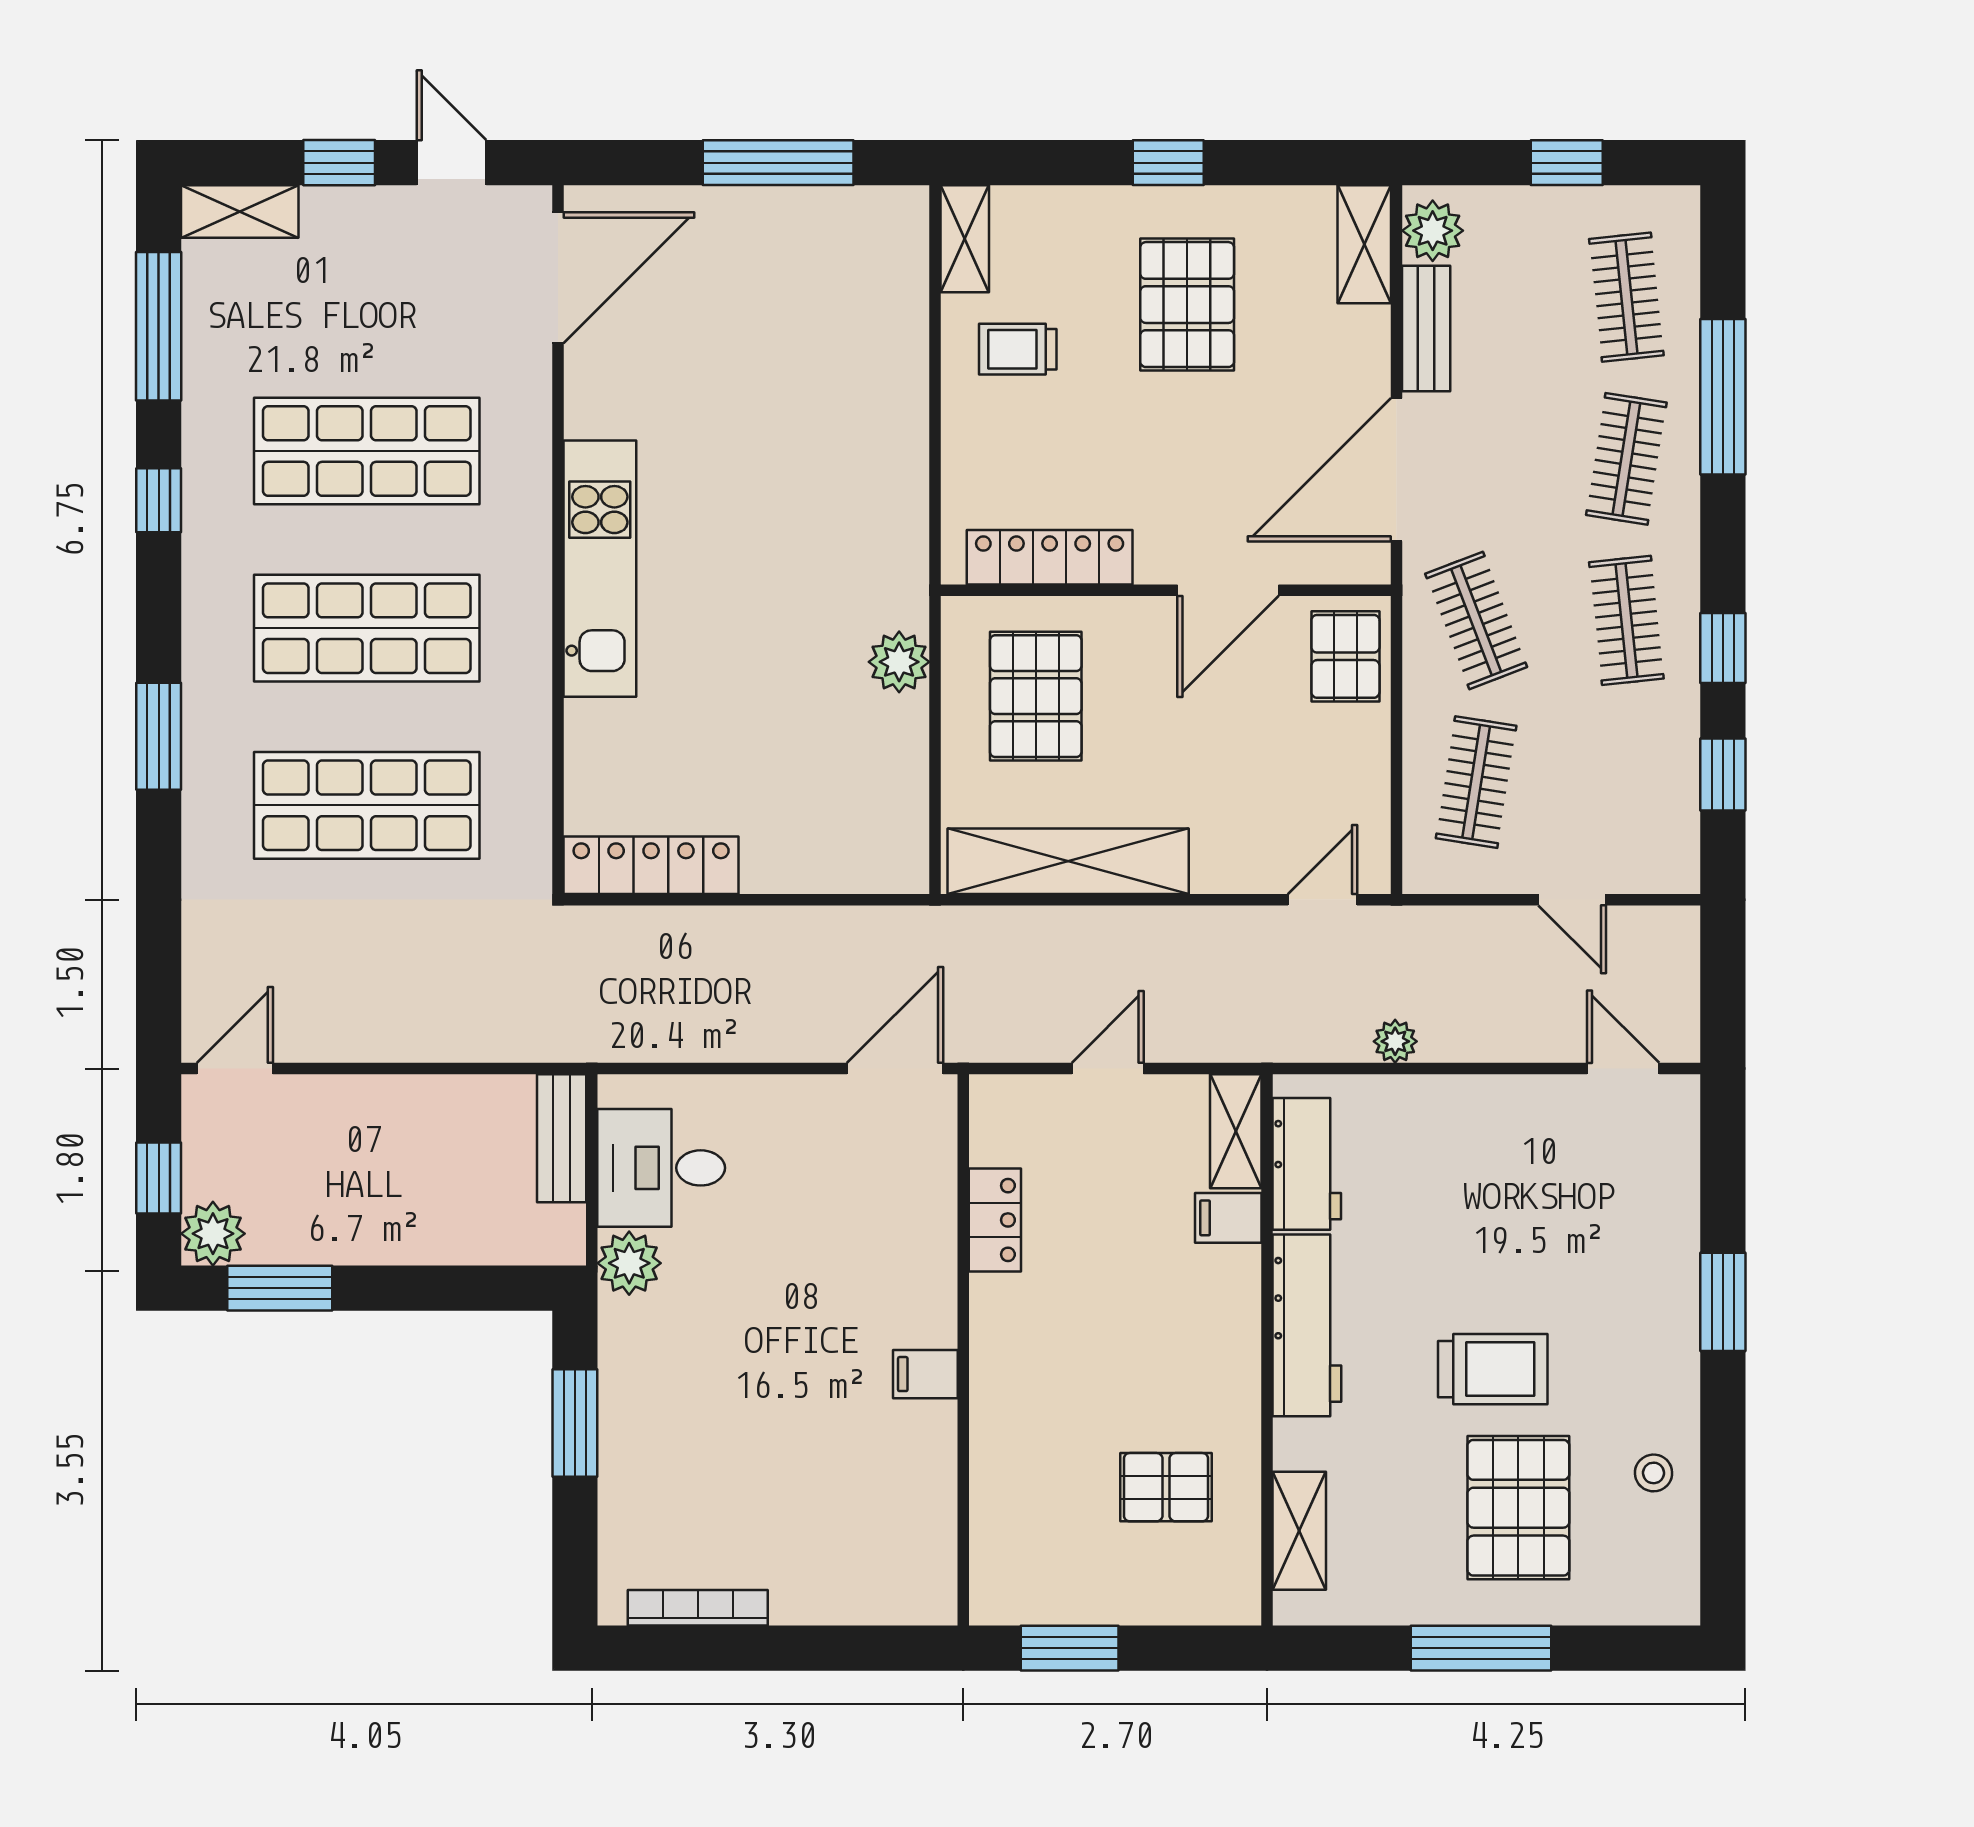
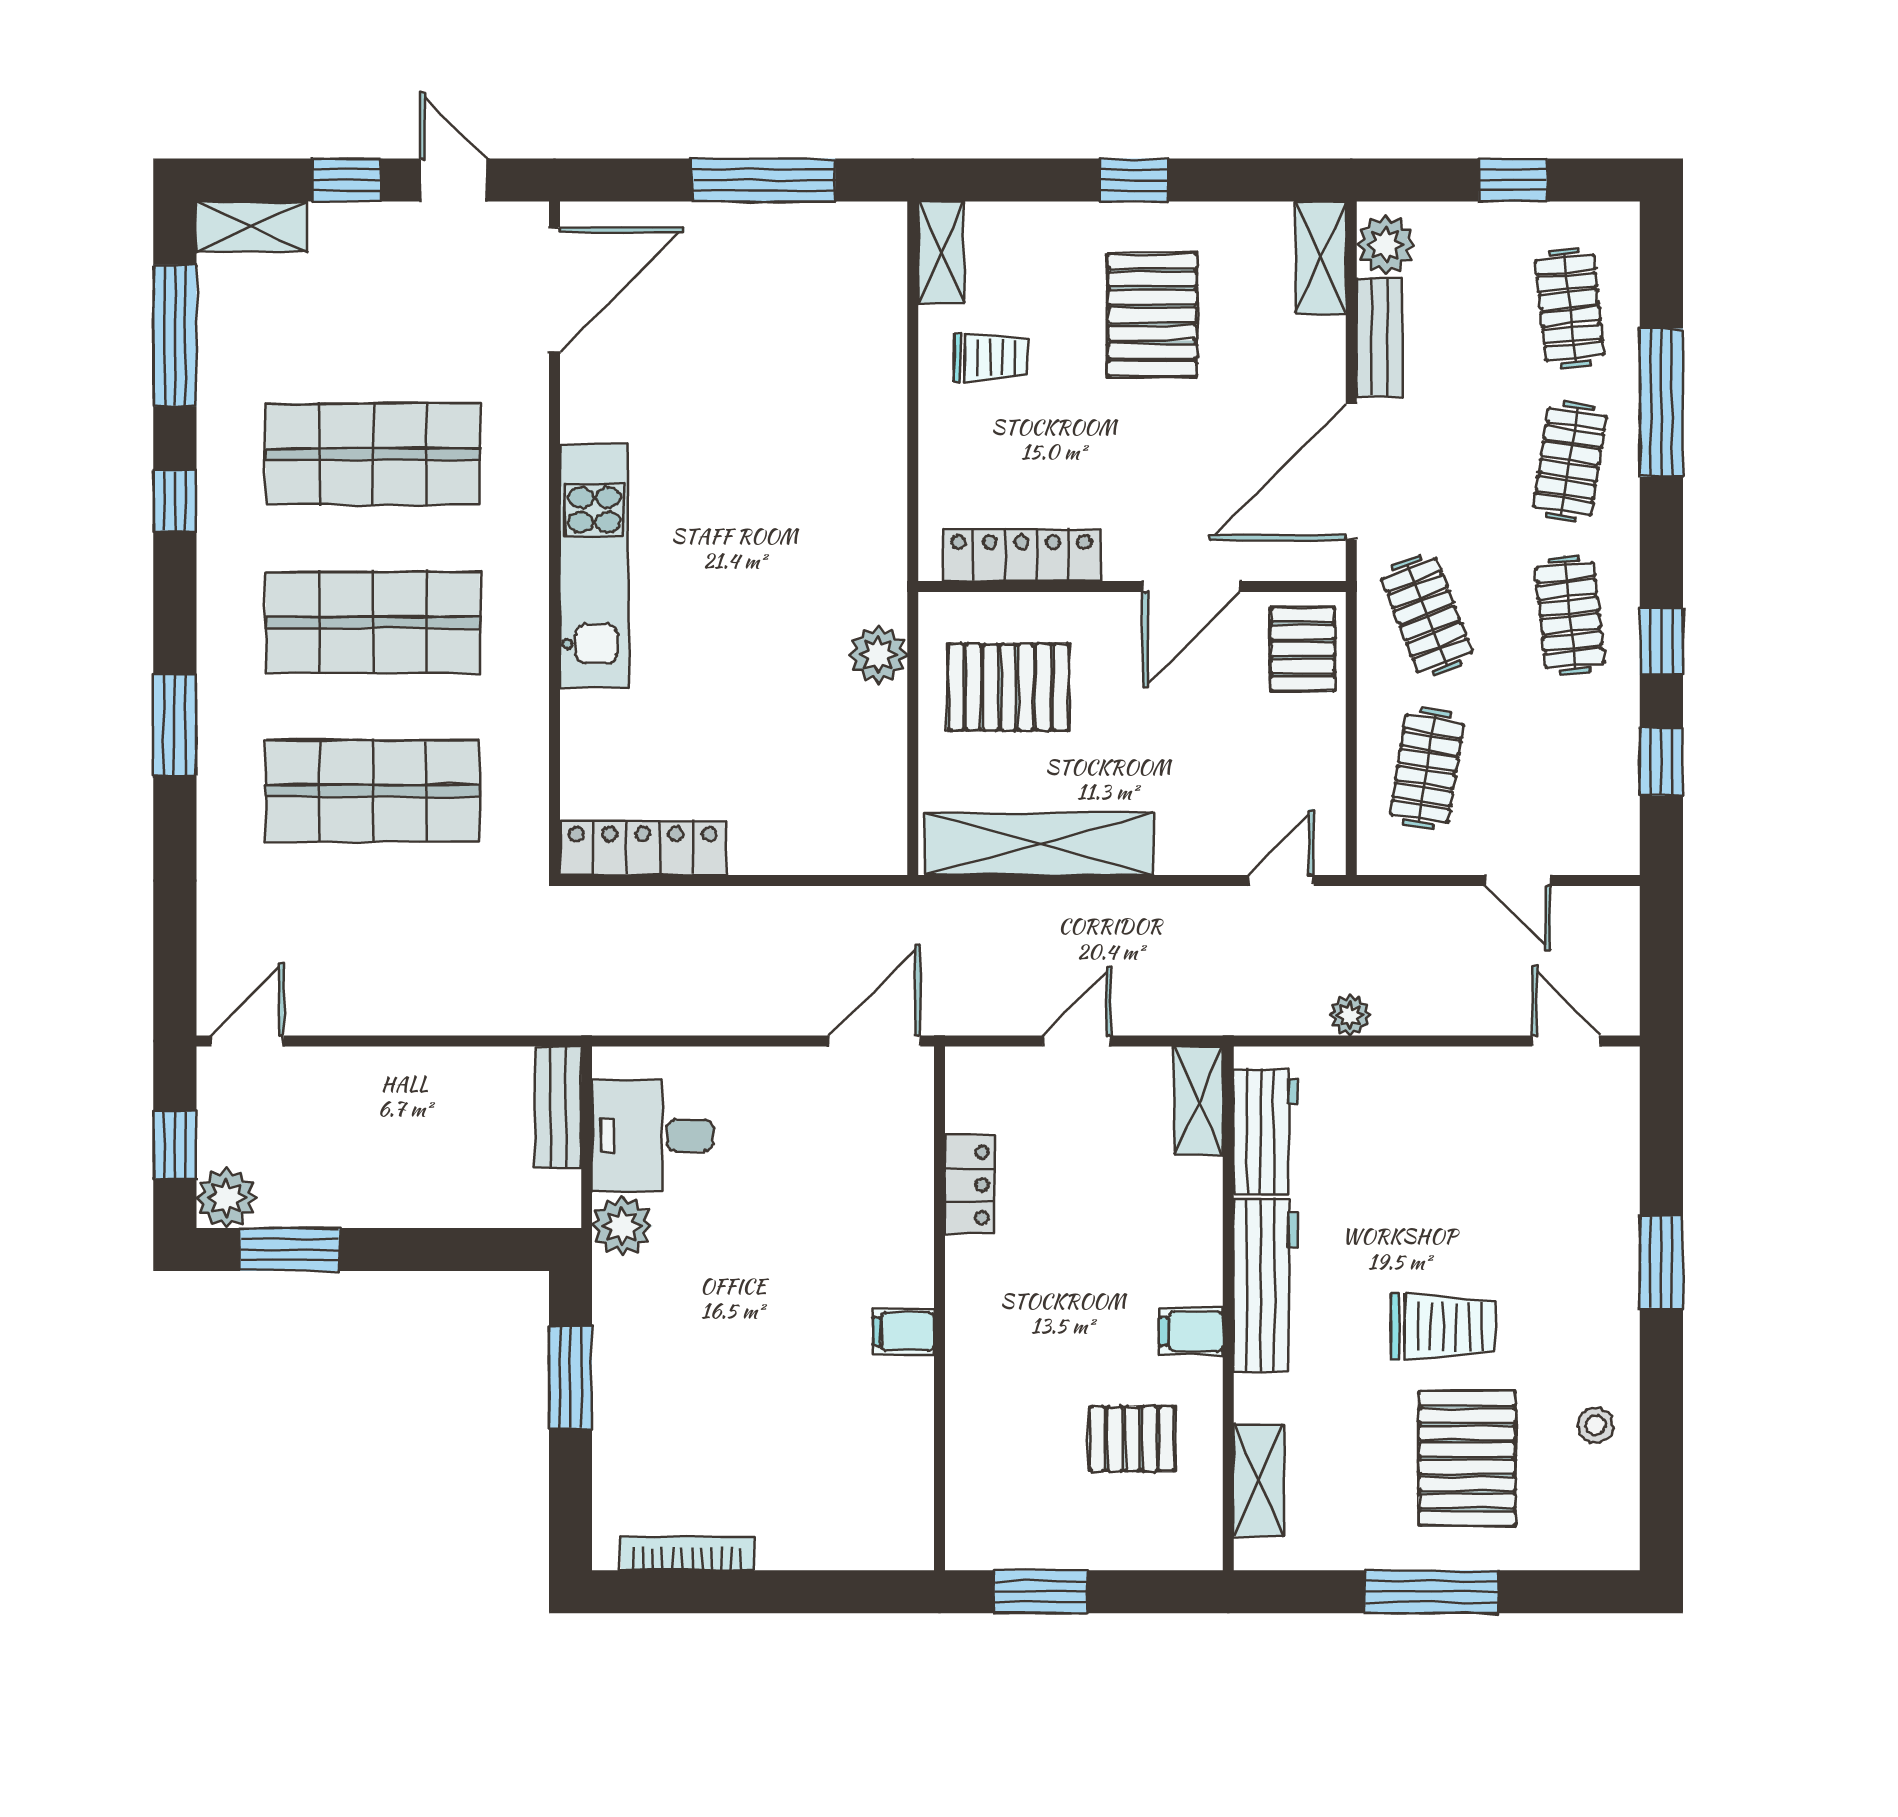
trolley: (1018, 349) -> (991, 357), turned 180
pallet: (1036, 696) -> (1008, 687), turned 90
filing cabinet: (1228, 1218) -> (1191, 1331), moved

